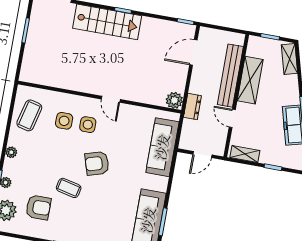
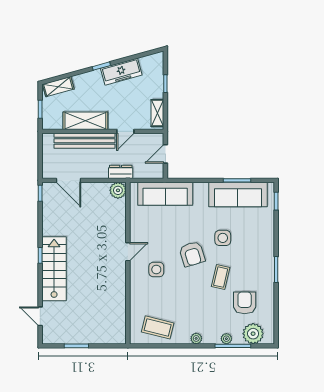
side table: (64, 121) -> (223, 238), moved
door: (202, 155) -> (165, 154), swing flipped

